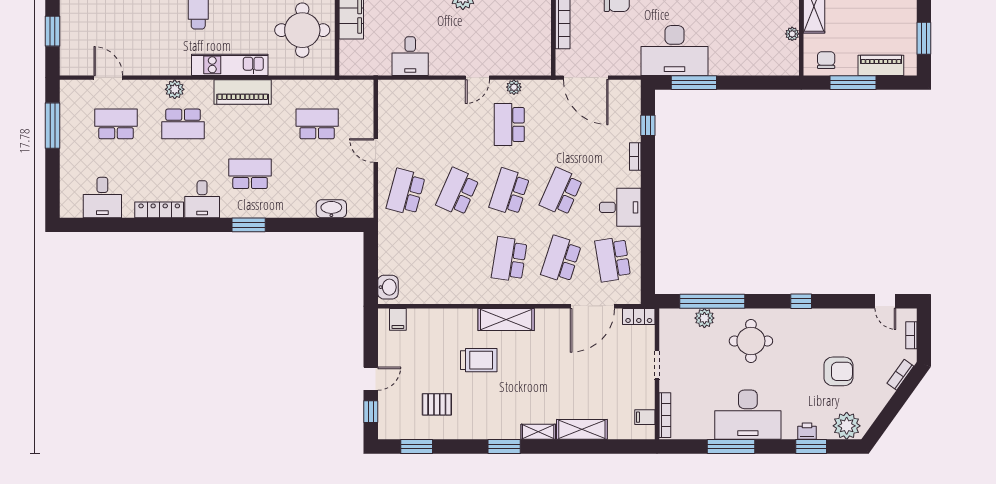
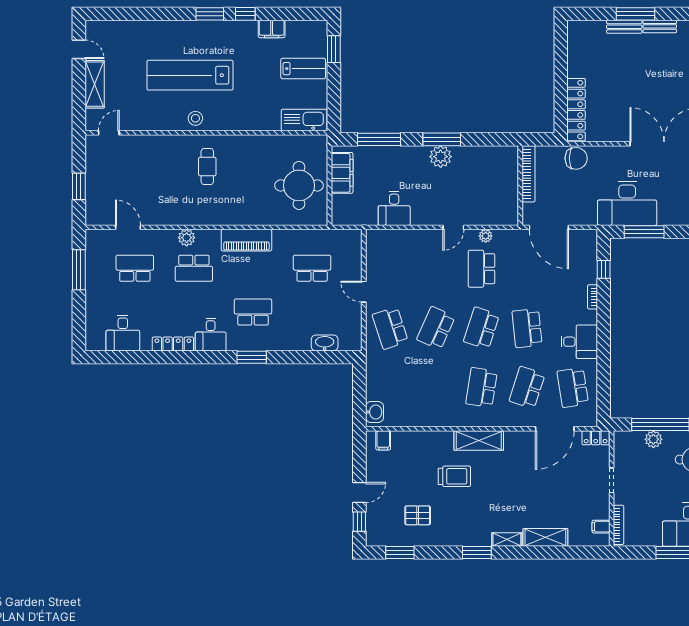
kitchen unit: (230, 65) -> (235, 216), removed
school desk: (406, 192) -> (390, 328), turned -33
school desk: (561, 192) -> (527, 328), turned -30

